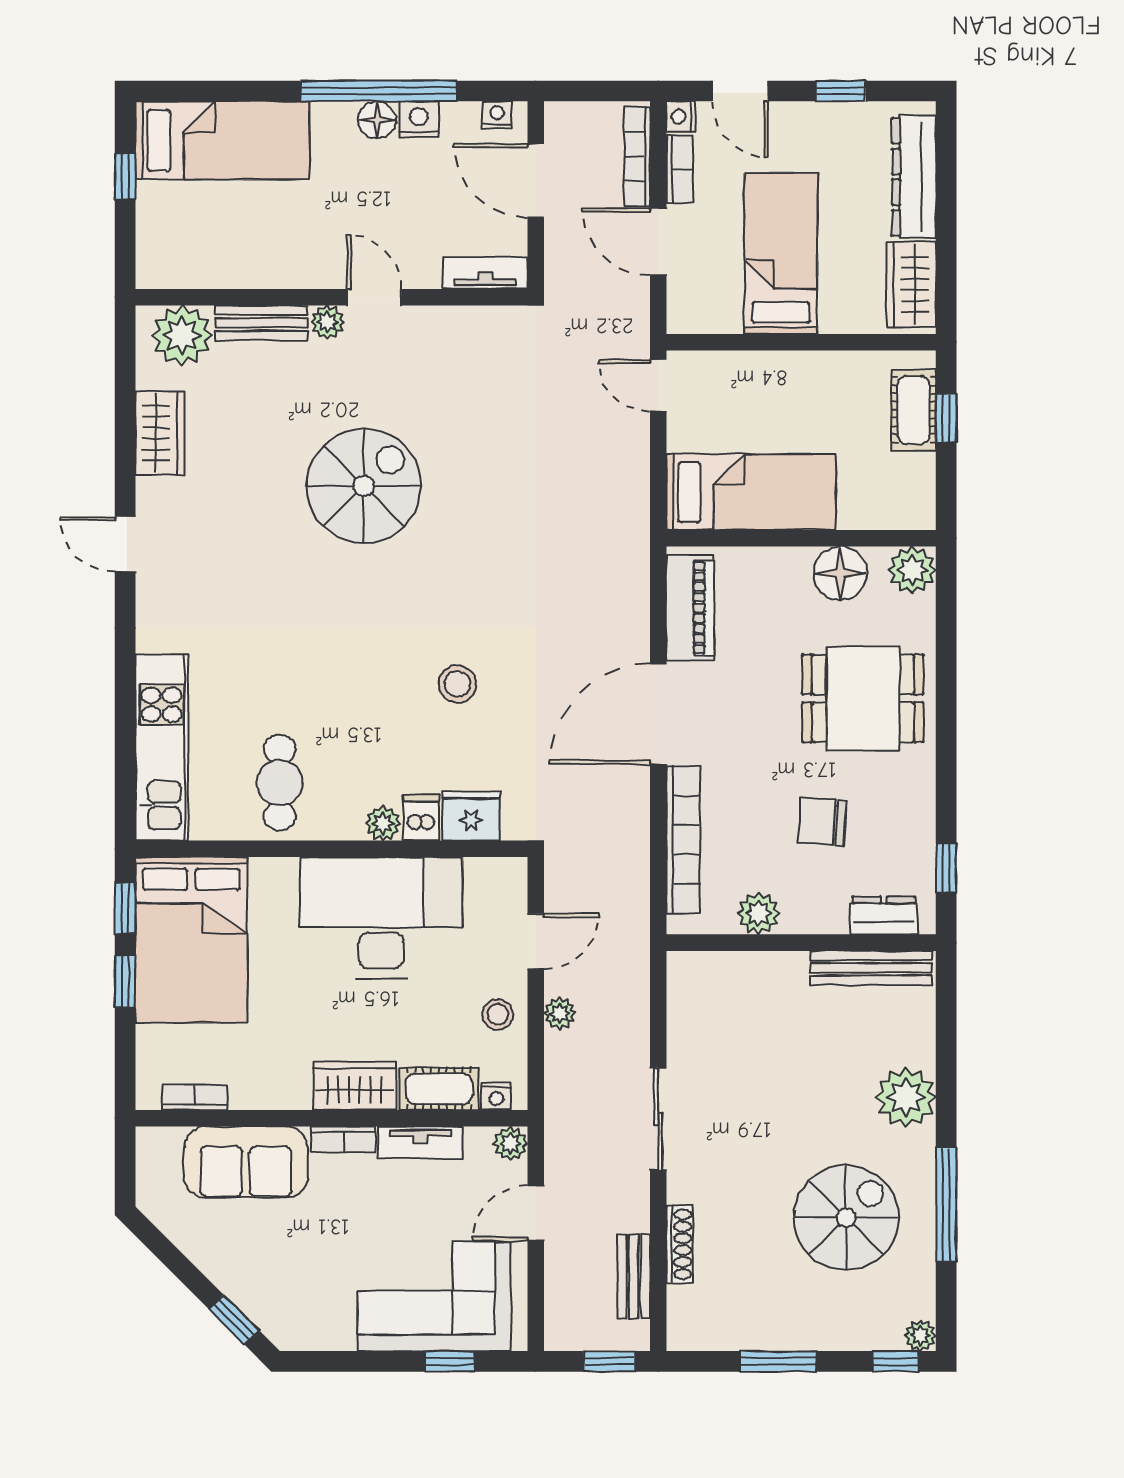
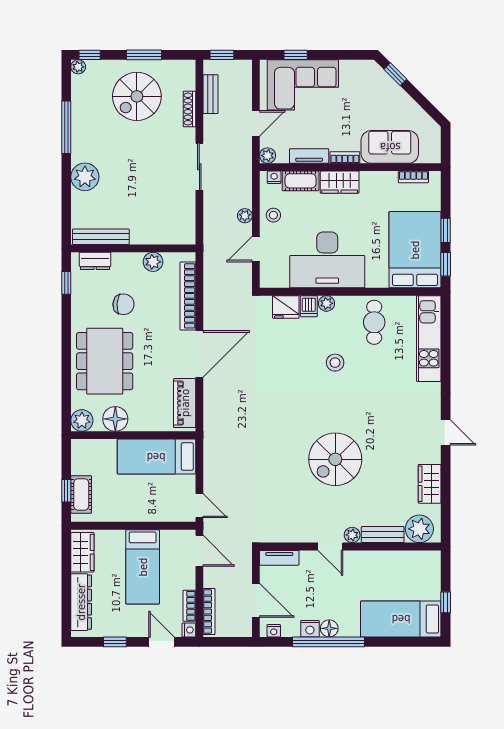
door: (658, 242) -> (199, 551), moved
stool: (457, 684) -> (335, 363), moved
dining table: (863, 698) -> (105, 361), width x1.37
spiral stairs: (846, 1218) -> (137, 96), moved

